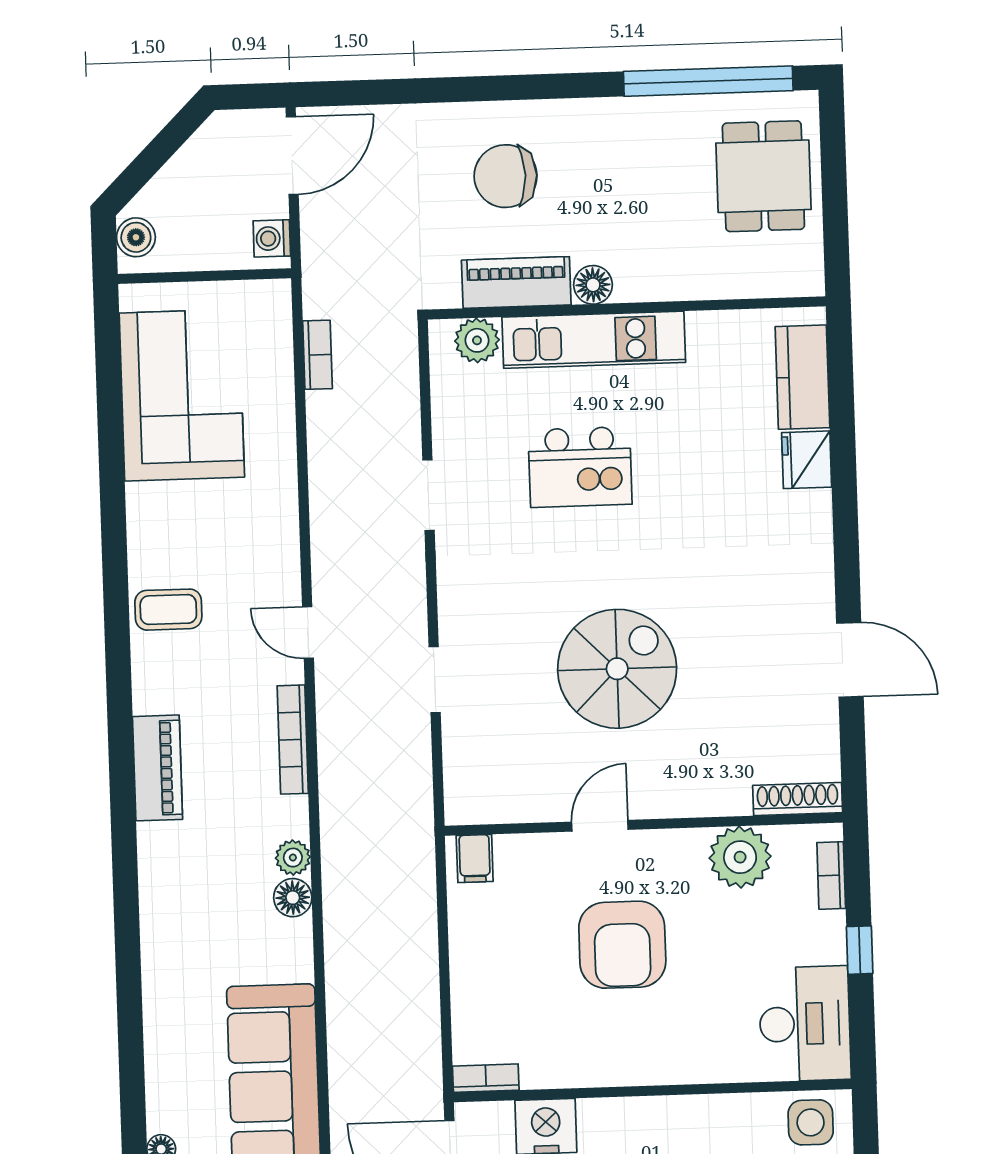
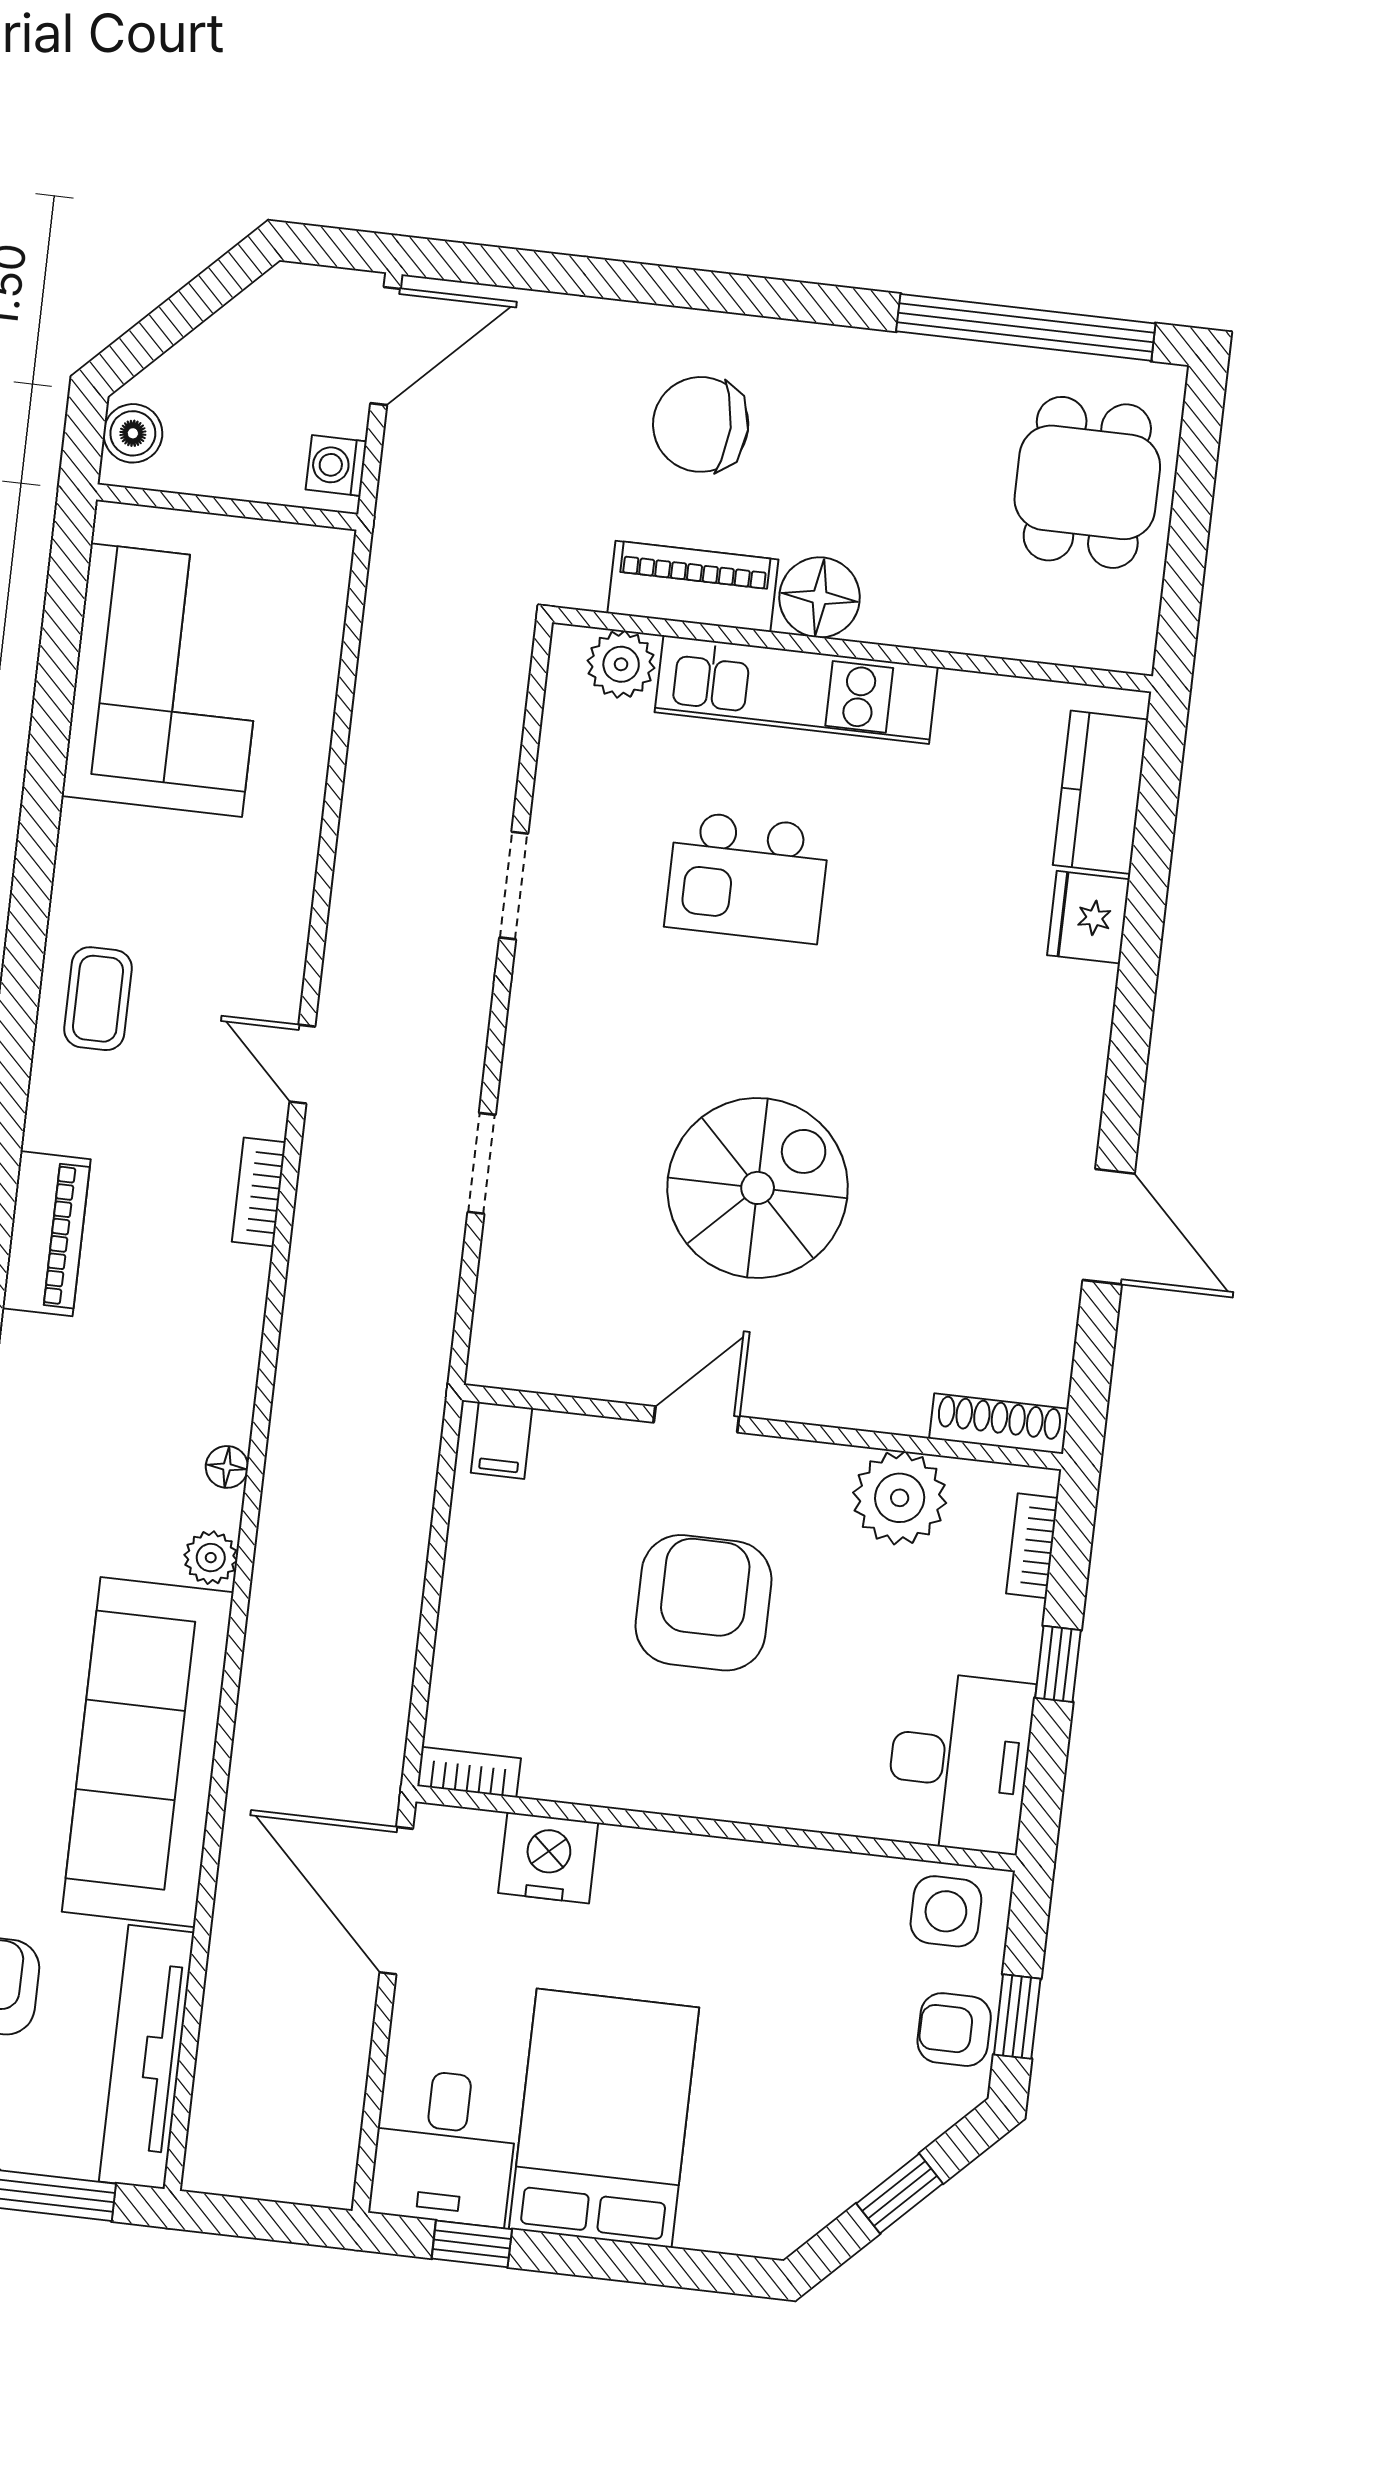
floor lamp: (593, 285) -> (820, 597), width x1.38, depth x1.38
bookcase: (318, 355) -> (379, 650), removed
coffee table: (168, 610) -> (98, 999), turned 90
bookcase: (293, 740) -> (259, 1192), width x0.64
plant: (293, 858) -> (211, 1558), moved
floor lamp: (293, 898) -> (227, 1467), width x0.73, depth x0.73
armchair: (622, 945) -> (703, 1603), turned 180

